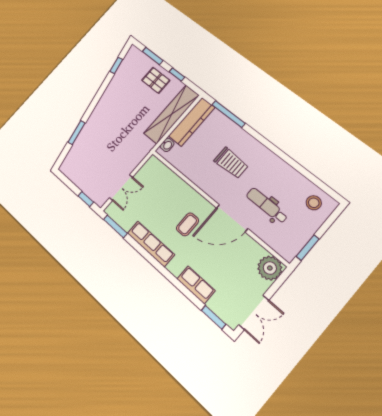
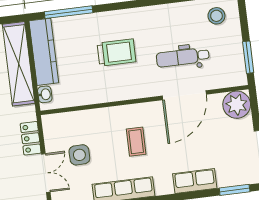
locker: (134, 160) -> (31, 138), added
side table: (149, 197) -> (79, 155), added
door: (232, 218) -> (184, 95), moved

